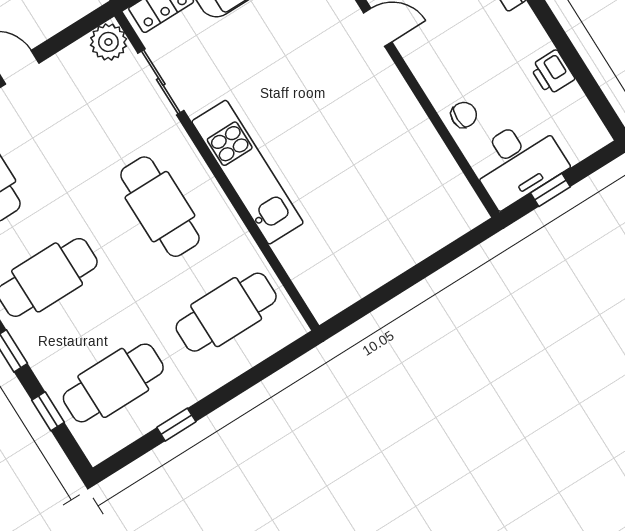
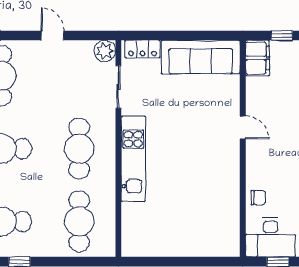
cafe table: (226, 312) -> (79, 221), turned 90

